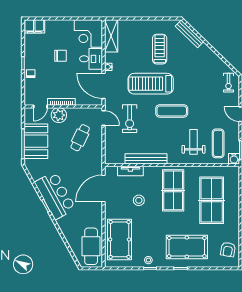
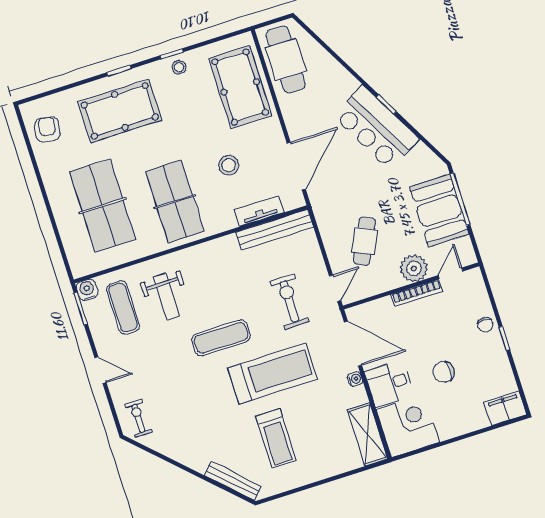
door: (103, 118) -> (335, 288), swing flipped
bench: (146, 159) -> (275, 230), moved

